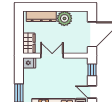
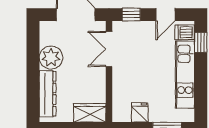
double door: (52, 56) -> (109, 49), moved
fridge: (29, 63) -> (140, 112), moved

